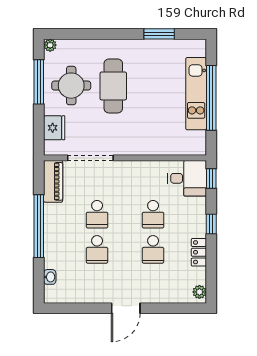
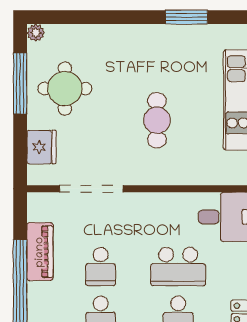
cafe table: (113, 86) -> (157, 120), moved, width x0.73, depth x0.74
piano: (53, 181) -> (40, 252), moved
school desk: (153, 214) -> (178, 267), width x1.85

